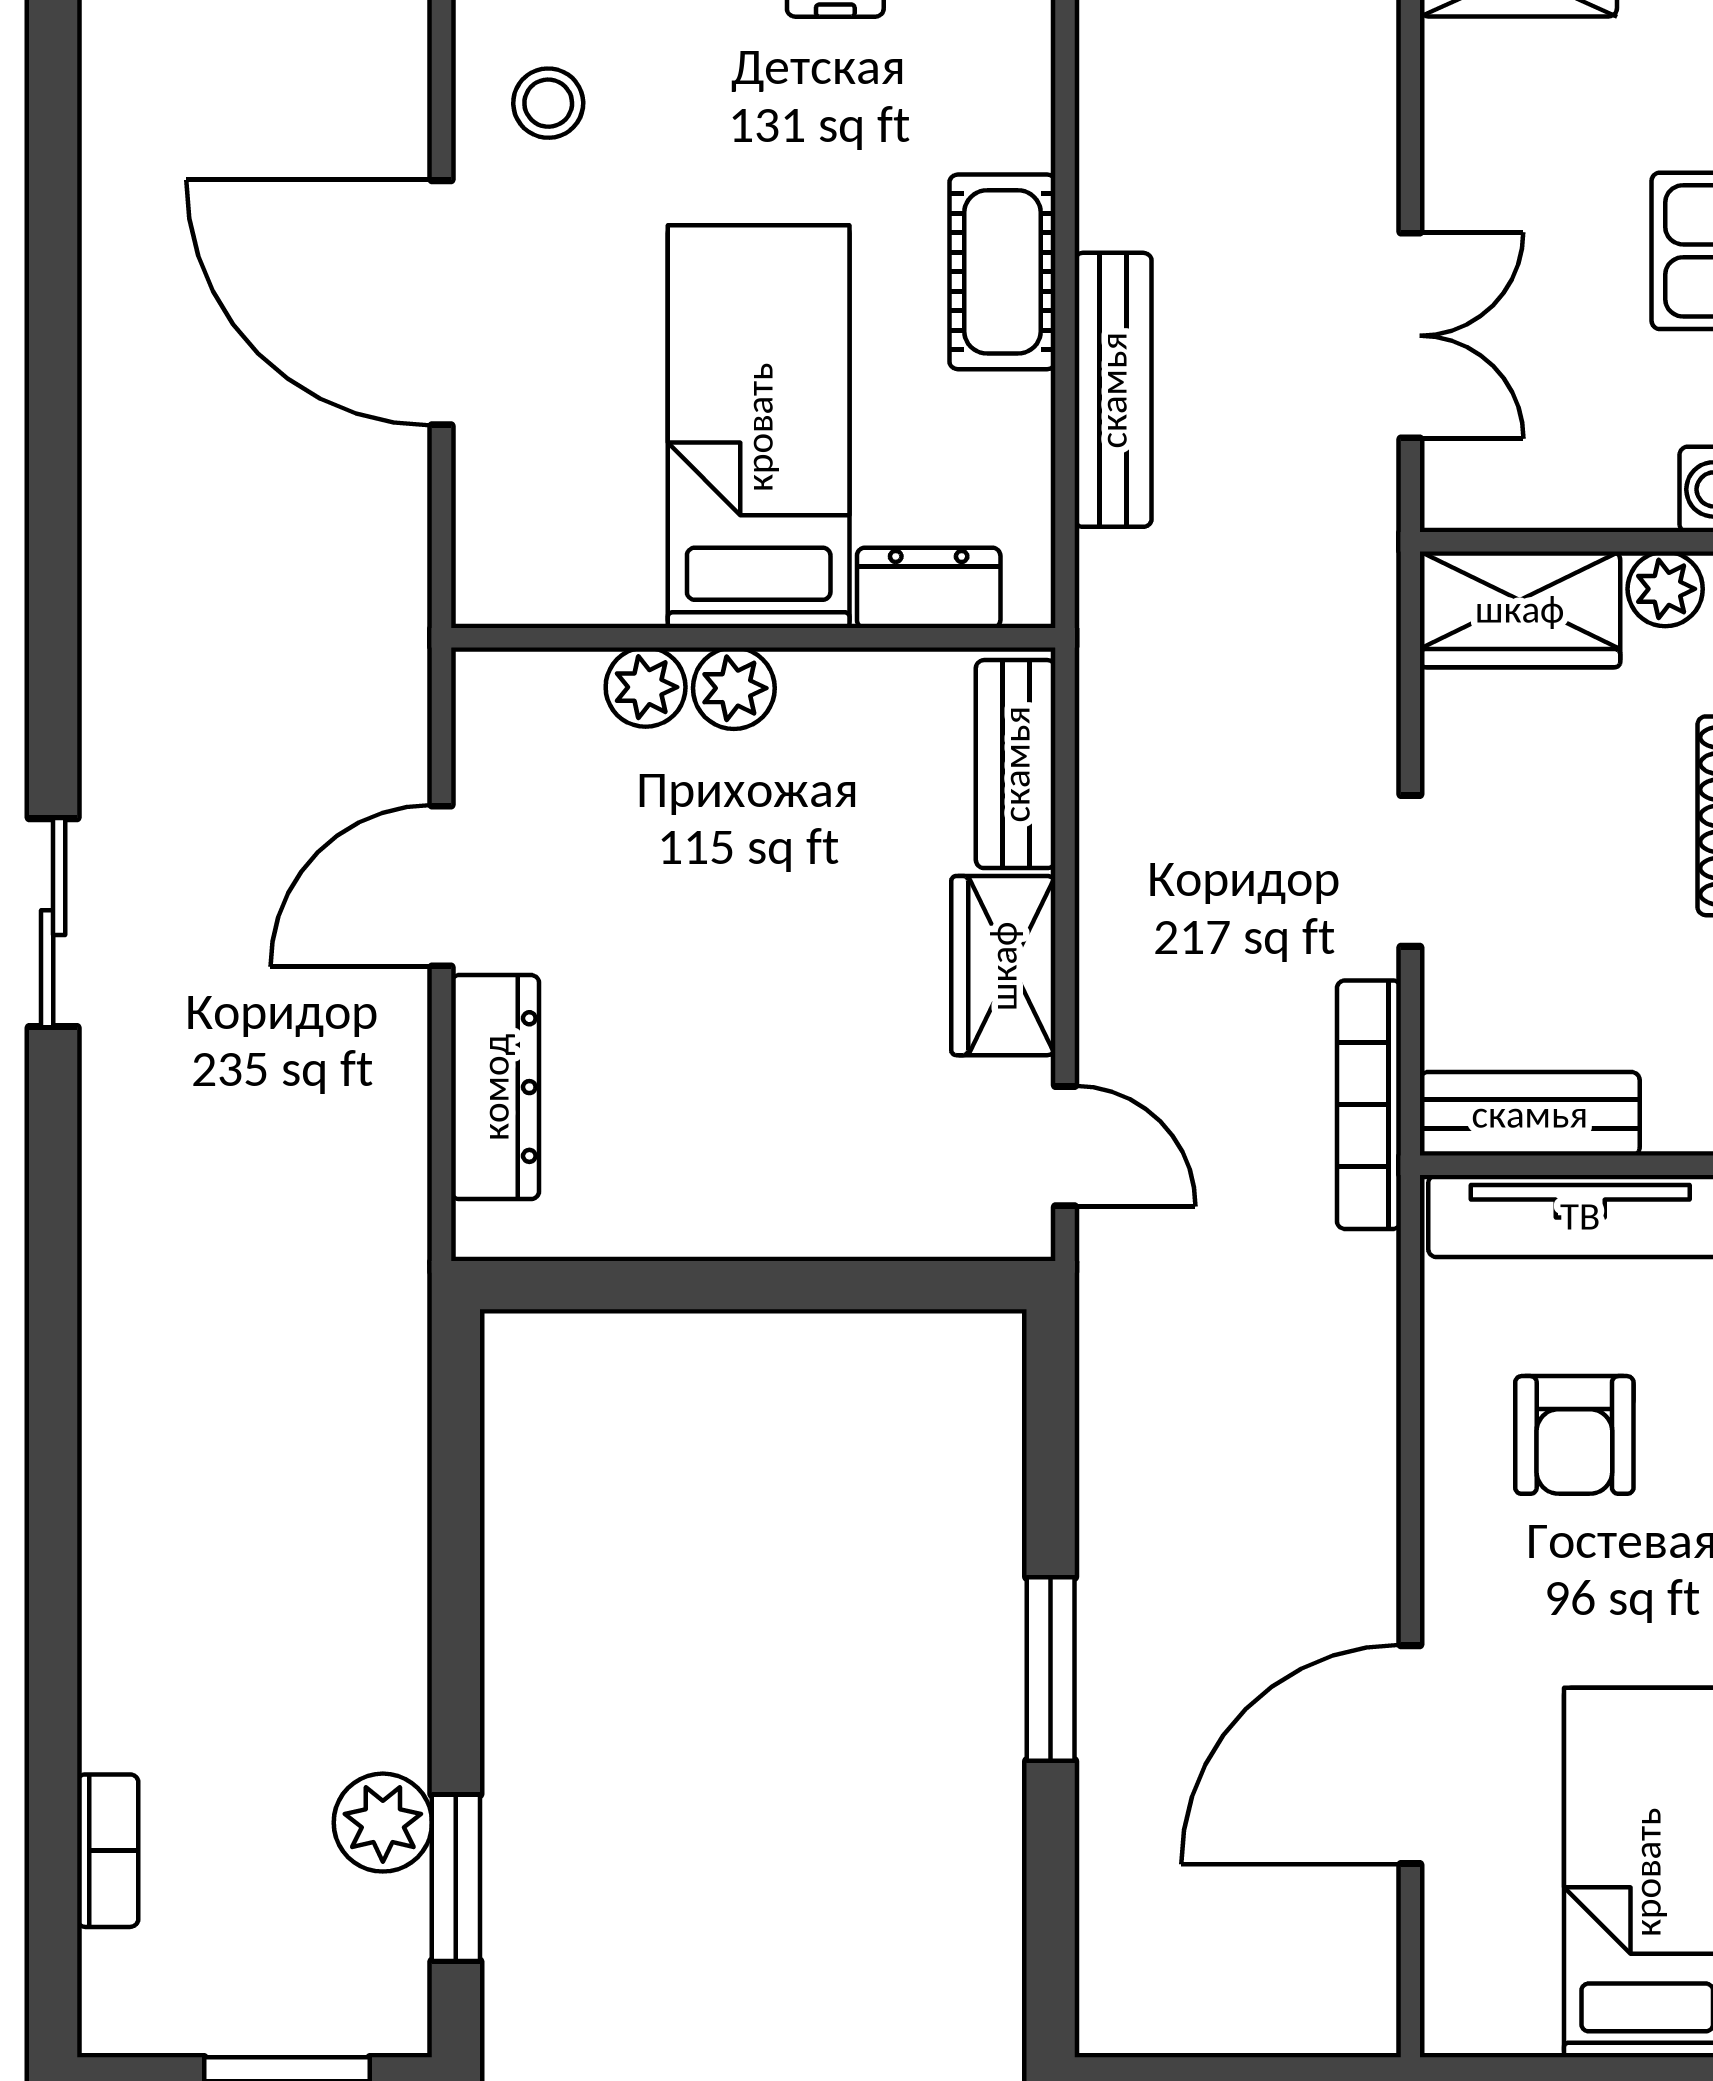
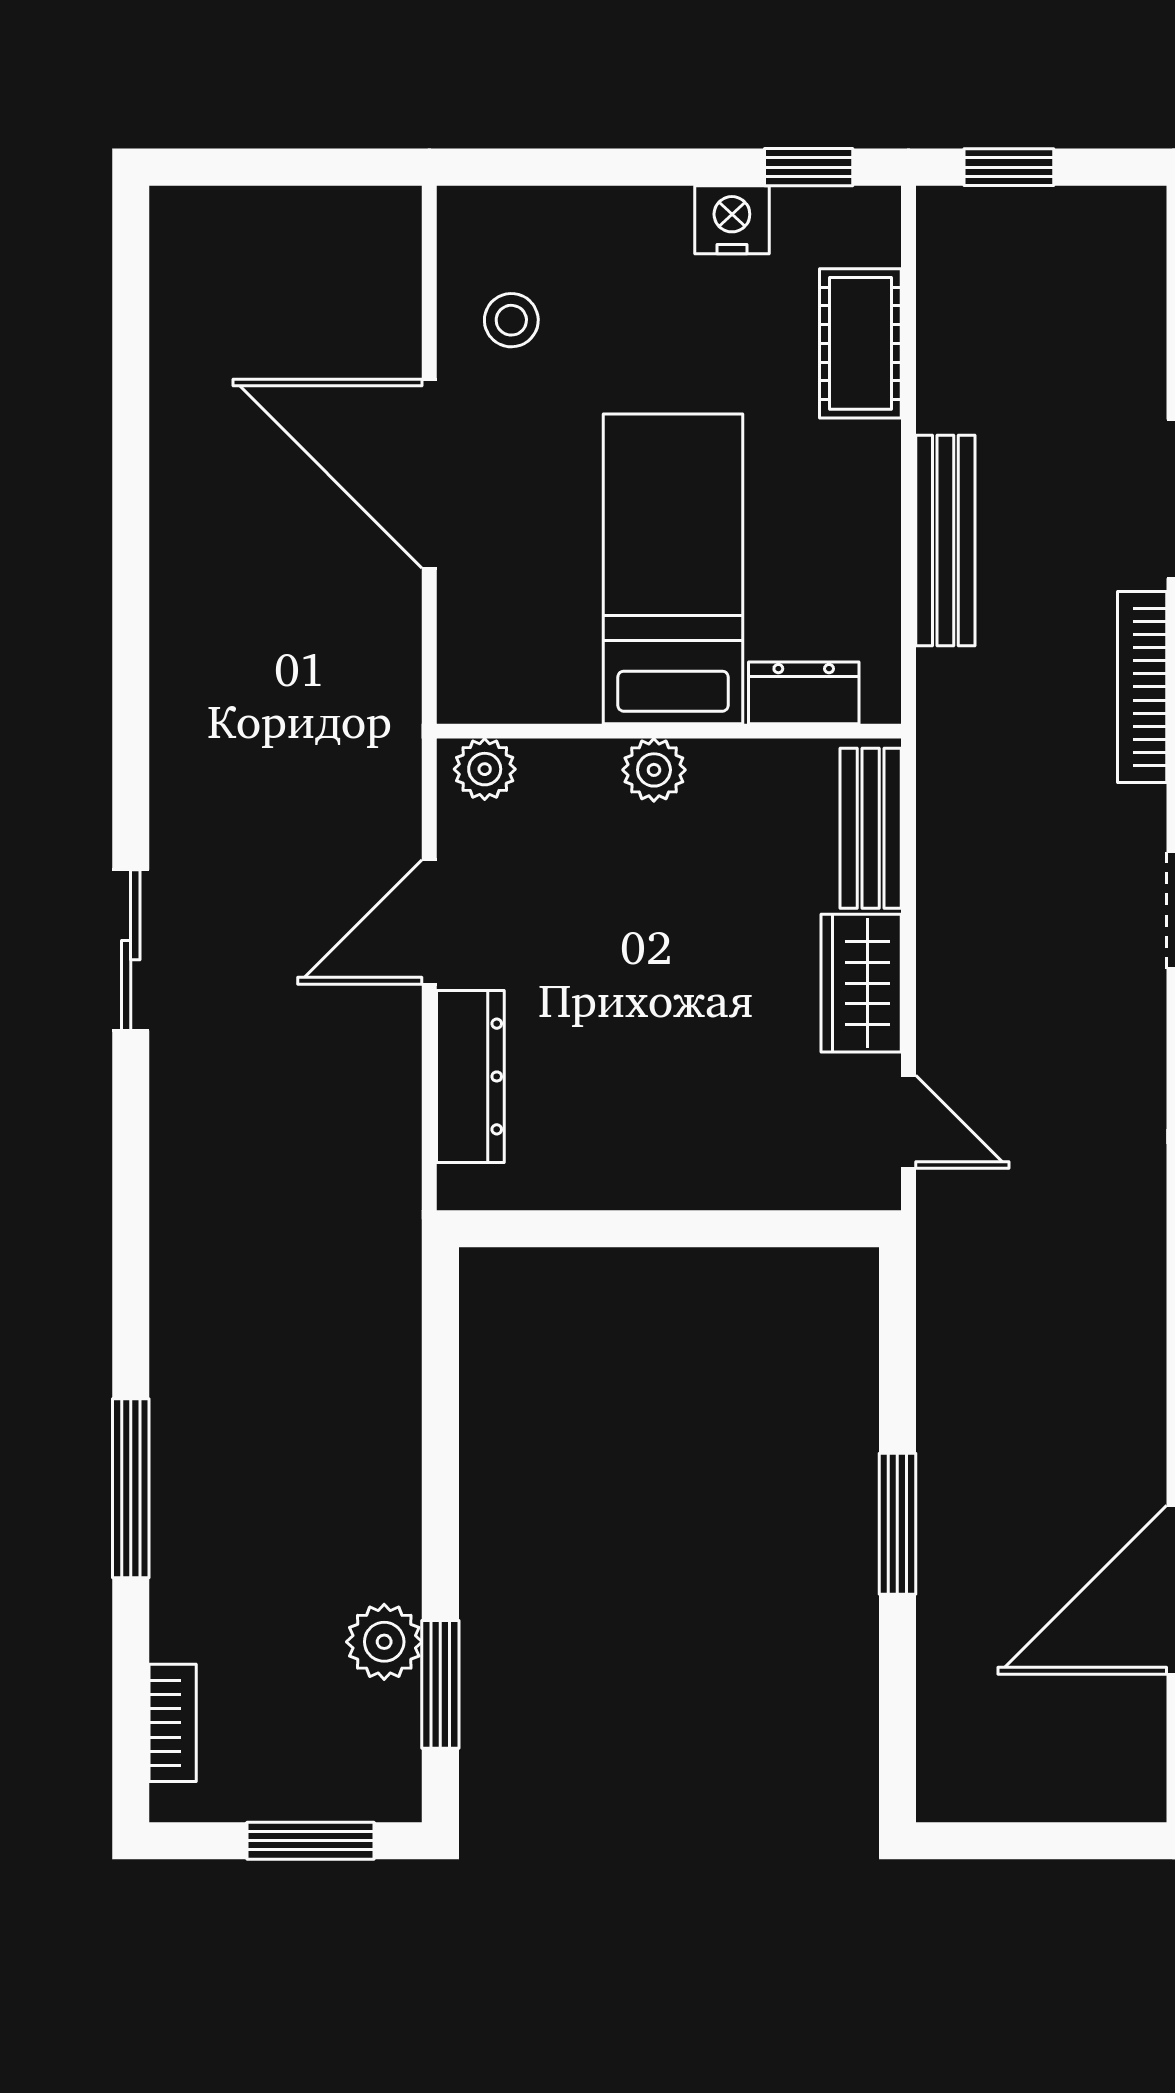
cot: (1003, 272) -> (860, 343), moved
plant: (646, 687) -> (485, 769), moved
bookcase: (1369, 1105) -> (1142, 687), moved
window: (53, 1623) -> (131, 1488), added
bookcase: (108, 1851) -> (173, 1723), moved

